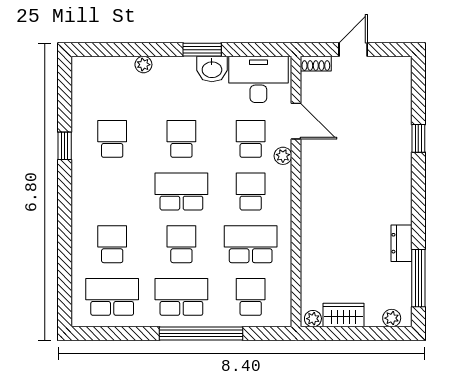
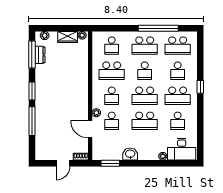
window: (202, 50) -> (110, 163), moved
desk: (258, 79) -> (182, 149), moved
window: (418, 138) -> (32, 121), width x2.17
school desk: (181, 139) -> (145, 121), width x1.85
window: (65, 146) -> (200, 87), moved
school desk: (112, 192) -> (178, 96), added
window: (418, 202) -> (32, 91), added
dresser: (401, 243) -> (40, 55), moved
window: (201, 334) -> (158, 28), moved

